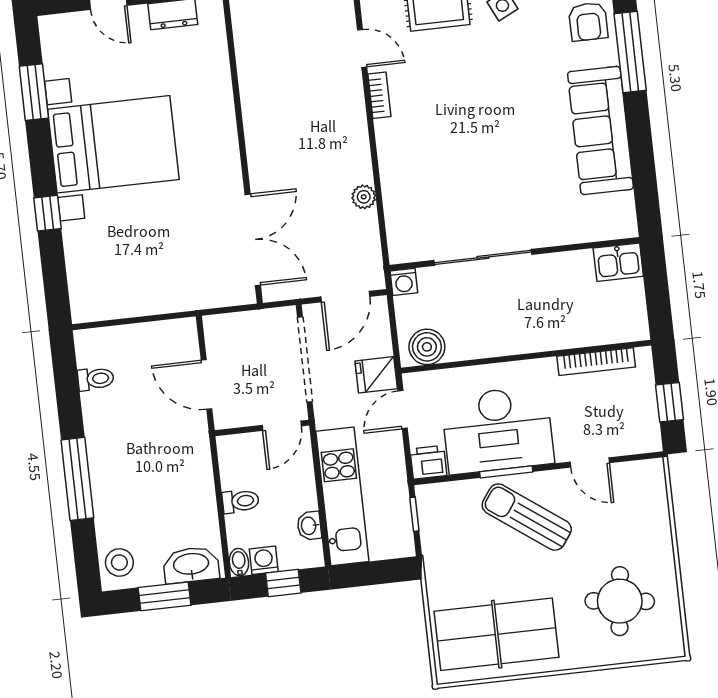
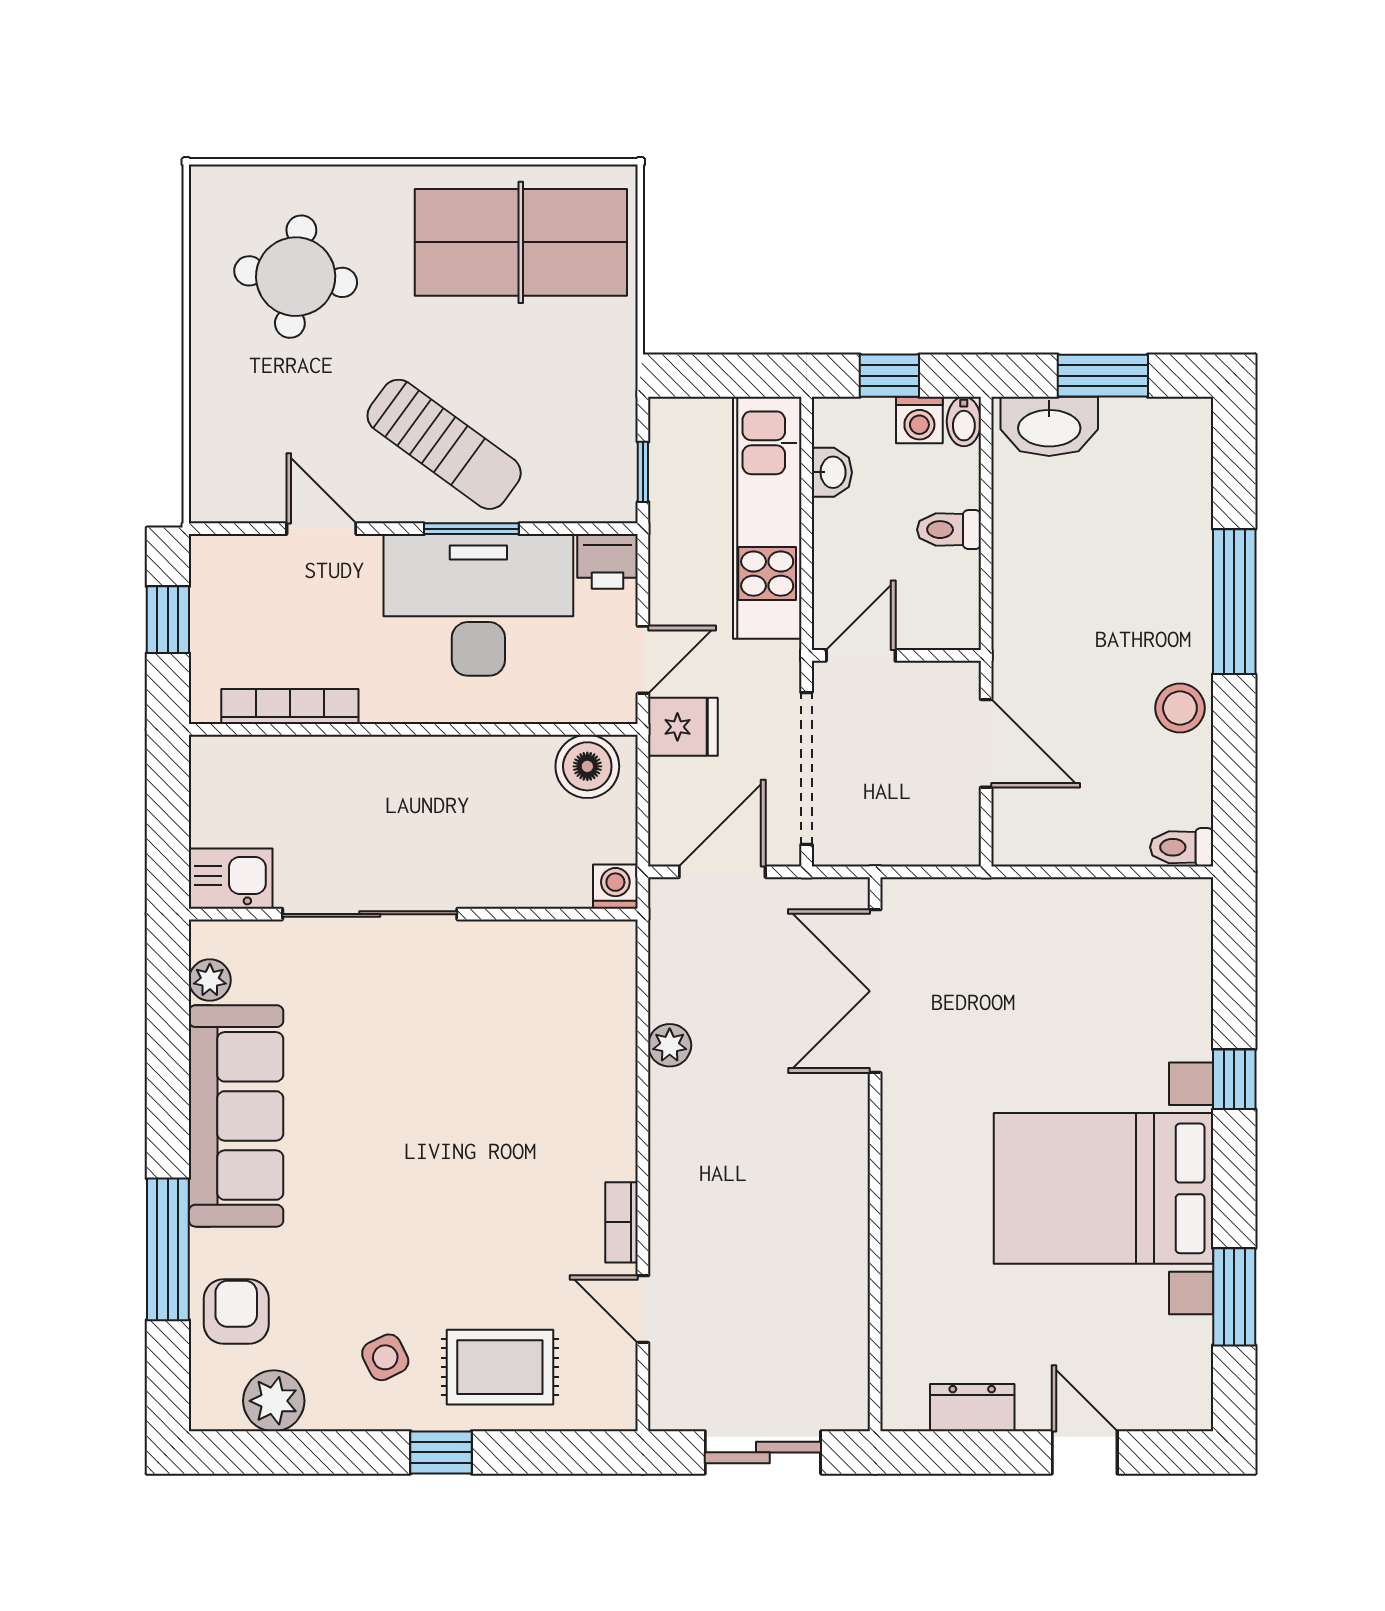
plant: (624, 204) -> (210, 980), added
sliding door: (483, 257) -> (370, 914), moved
toilet: (96, 379) -> (1182, 847), moved
stool: (119, 562) -> (1180, 708), moved

